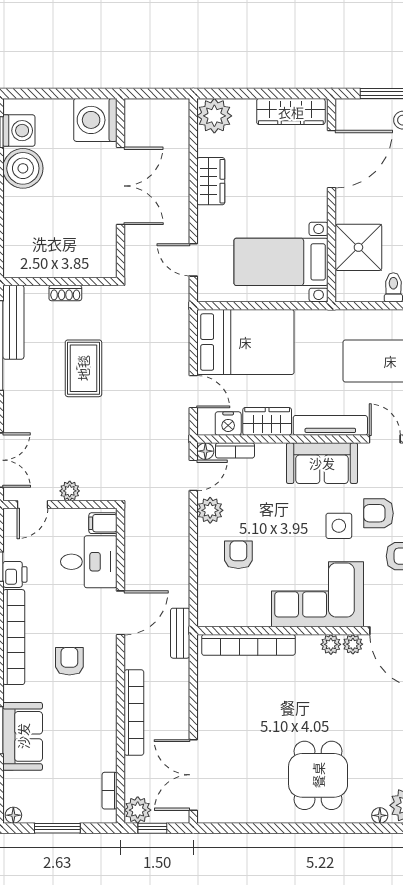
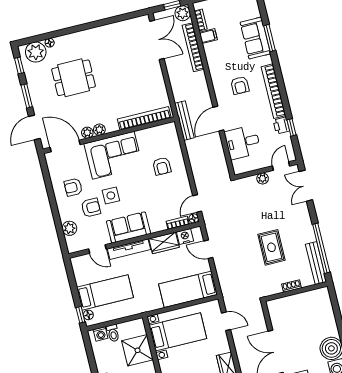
bed: (245, 342) -> (188, 289), width x0.67
plant: (210, 510) -> (183, 187), removed
filing cabinet: (103, 523) -> (208, 36), moved
bench: (180, 633) -> (184, 121), width x1.36
bookcase: (134, 712) -> (193, 47), moved
dining table: (318, 775) -> (74, 78), moved, turned 90

